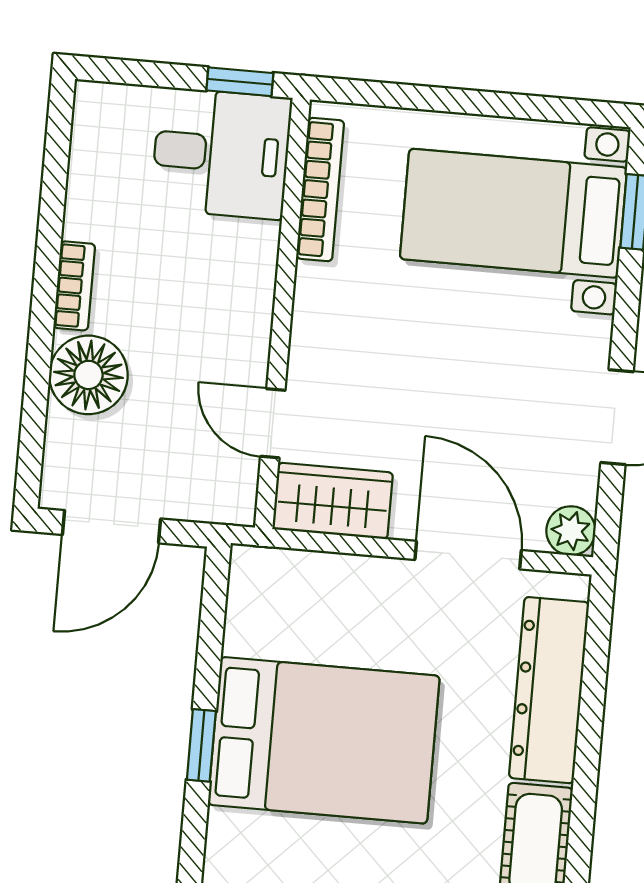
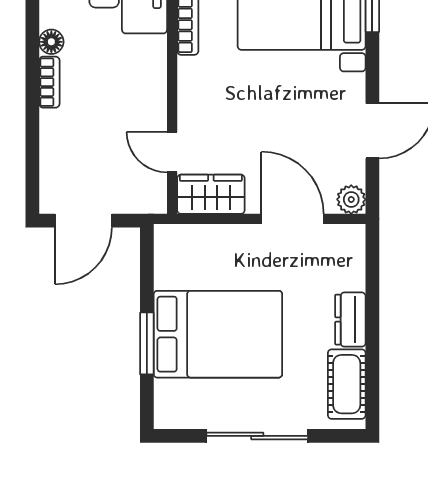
floor lamp: (88, 375) -> (51, 42), moved, width x0.53, depth x0.53
dresser: (549, 690) -> (350, 320), width x0.51, depth x0.80
window: (201, 745) -> (147, 343), width x1.50

